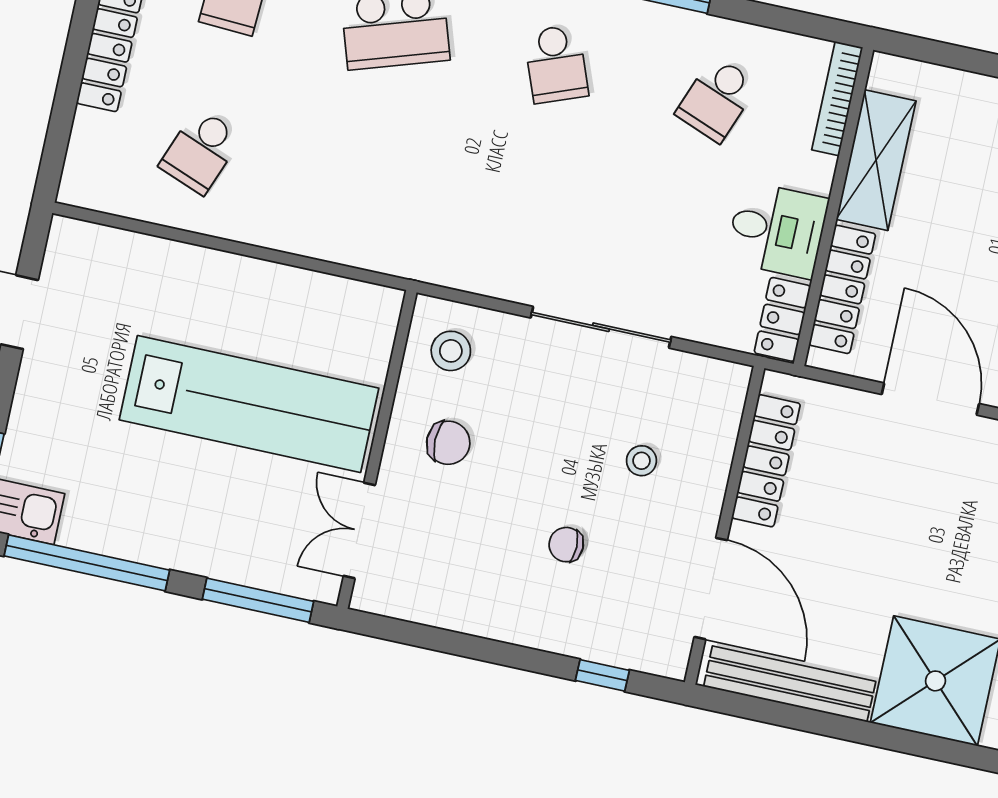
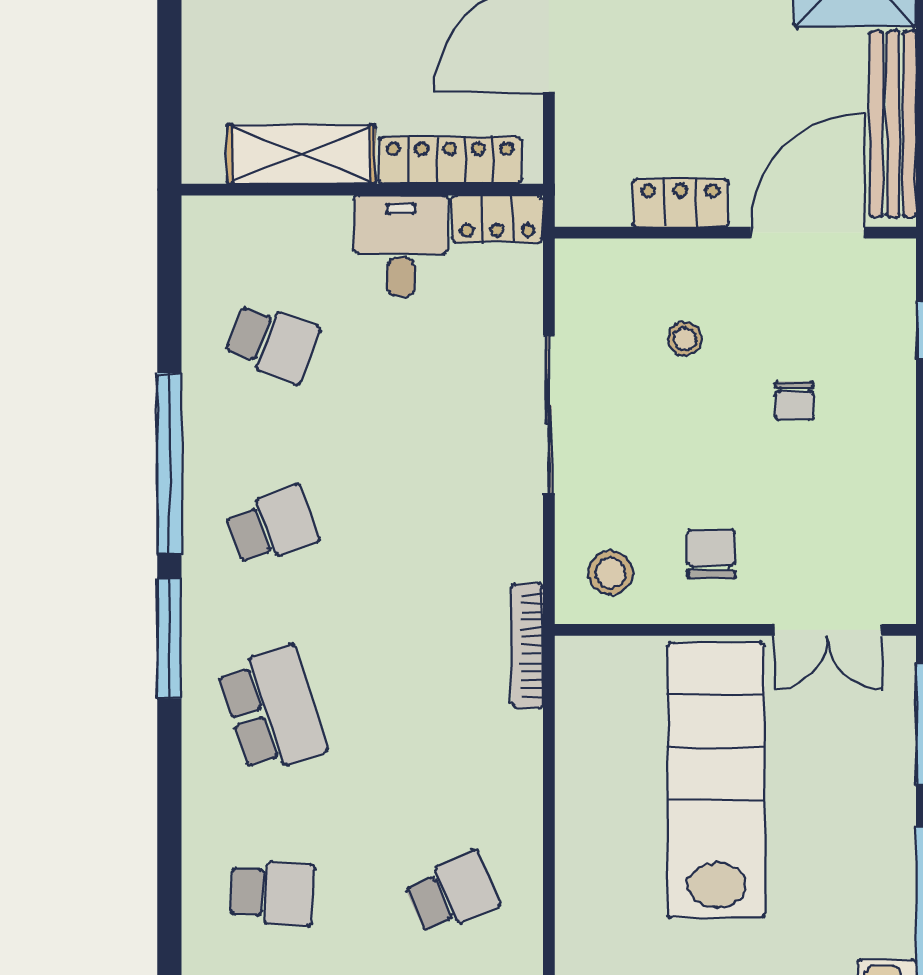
bookcase: (837, 99) -> (527, 646), moved, turned 90
school desk: (201, 151) -> (452, 893), turned -45
locker: (766, 461) -> (680, 203), width x0.66

